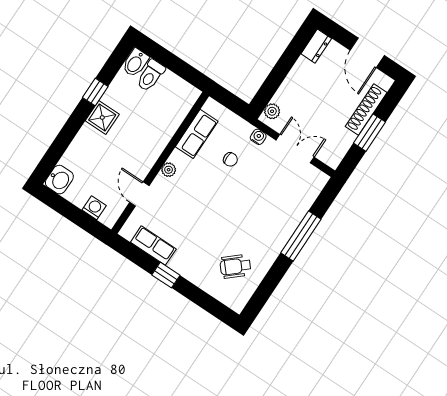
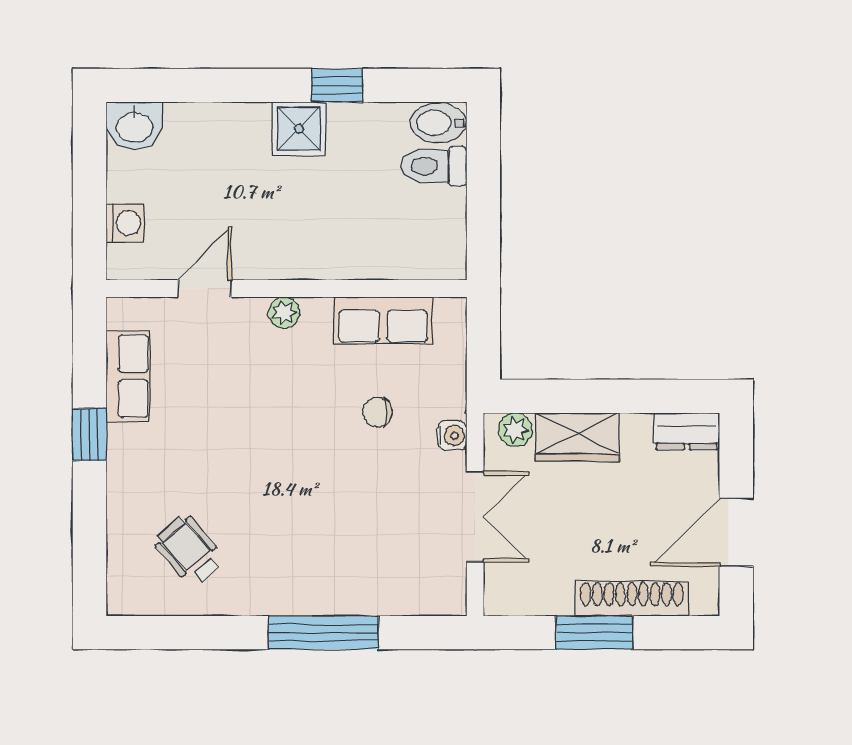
wardrobe: (291, 89) -> (577, 437), added
chair: (230, 159) -> (377, 412), turned 90

